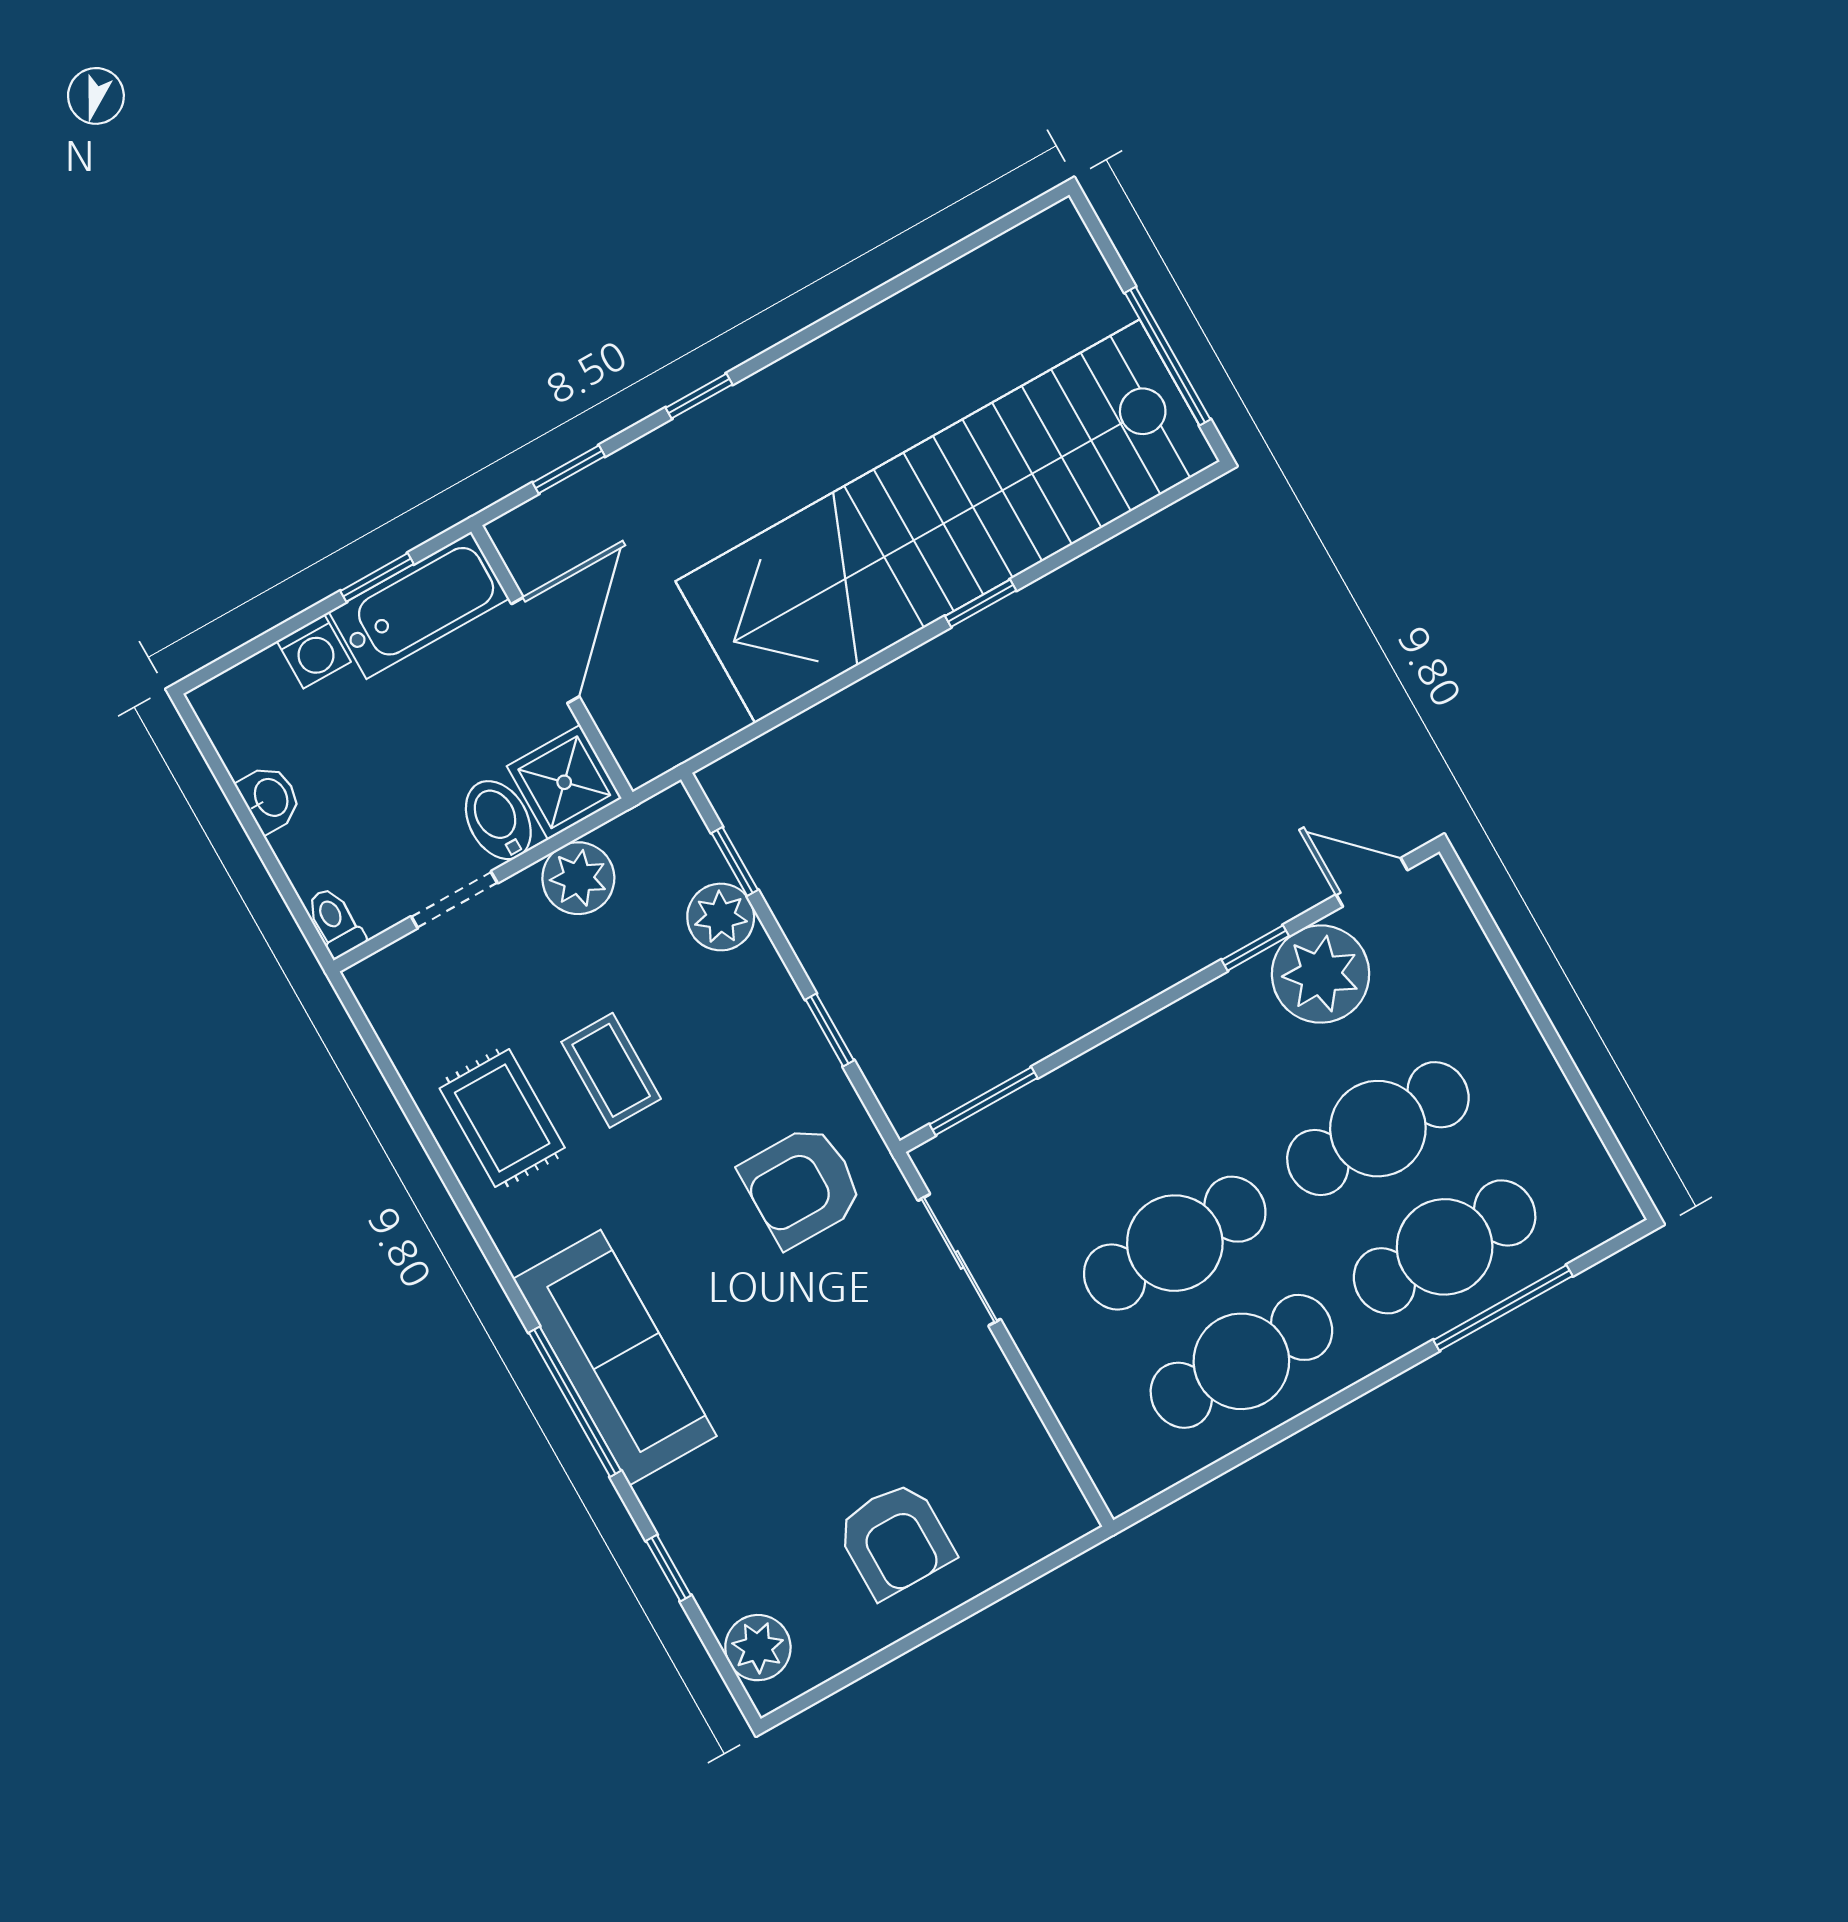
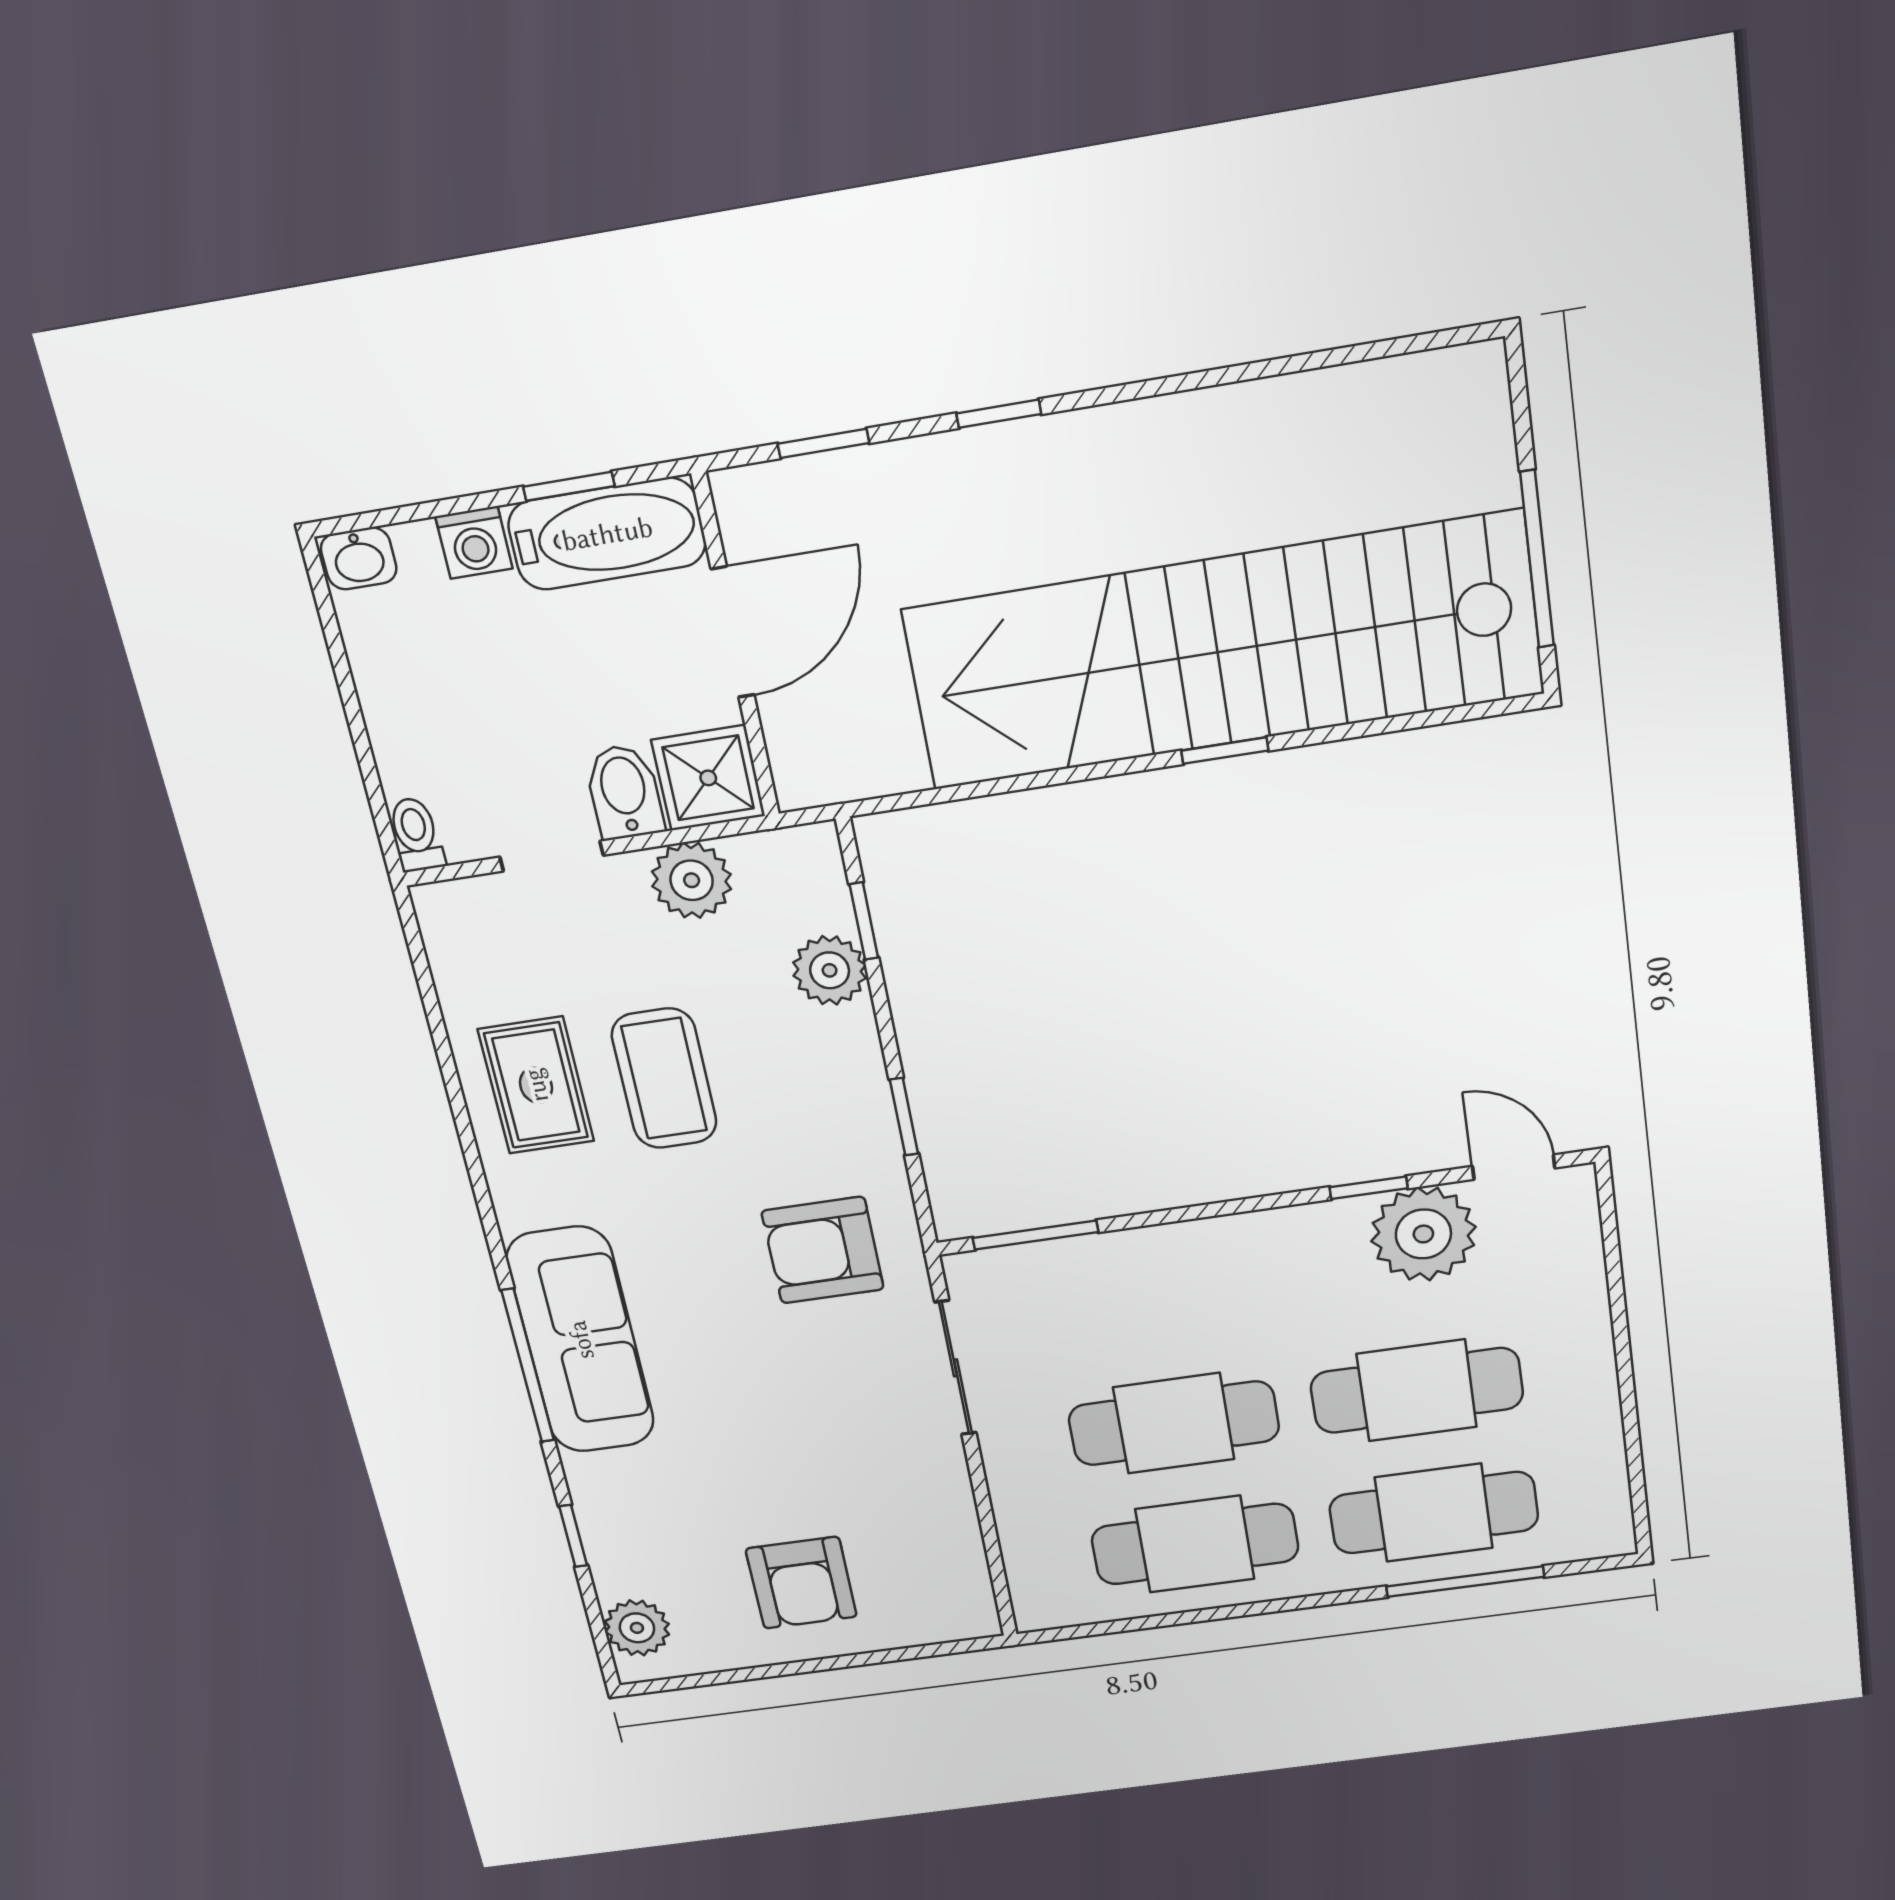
washbasin: (270, 798) -> (359, 558), moved, turned 90
coffee table: (611, 1070) -> (664, 1078), width x1.36, depth x1.30

